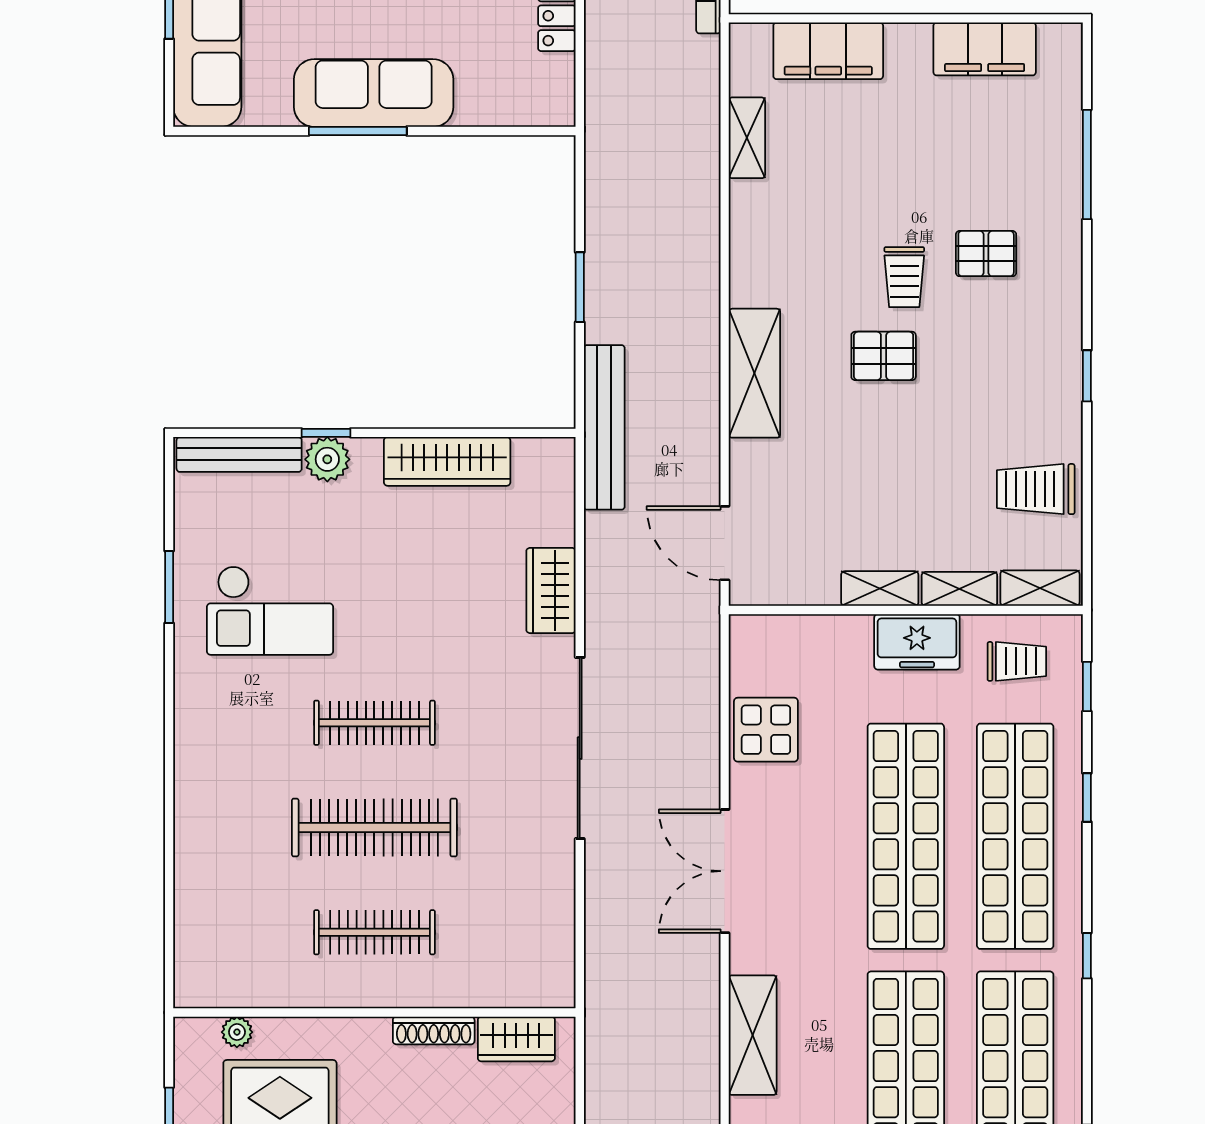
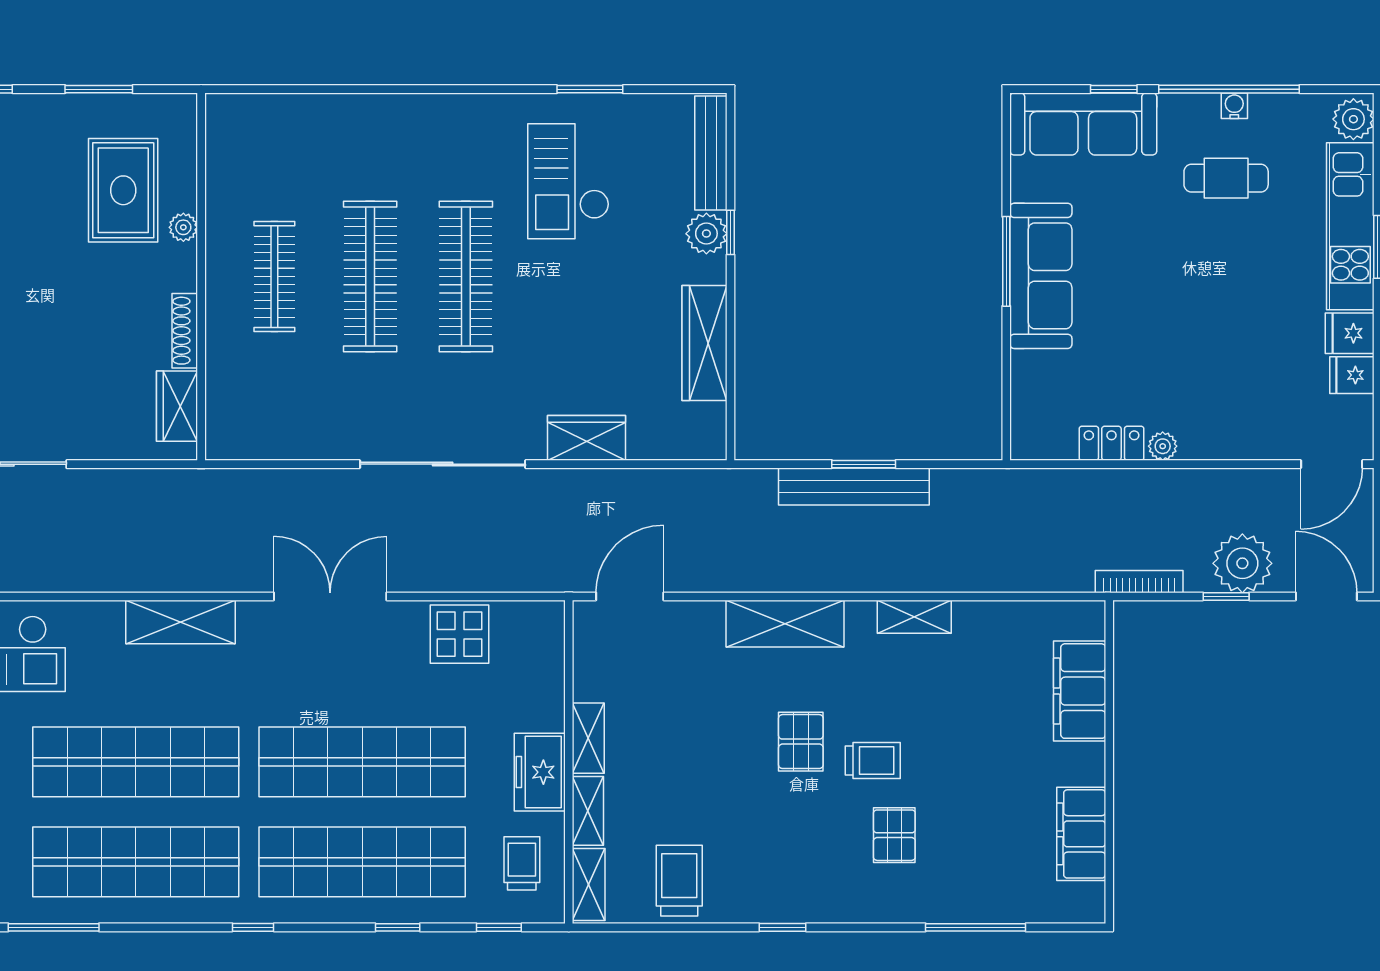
shelving: (747, 138) -> (914, 617), moved
trolley: (904, 277) -> (873, 760), turned 180
bench: (604, 427) -> (854, 486), moved
trolley: (1017, 661) -> (522, 863), turned 180
clothes rail: (374, 723) -> (466, 277), width x1.37, depth x1.31
plant: (237, 1032) -> (183, 227), moved

